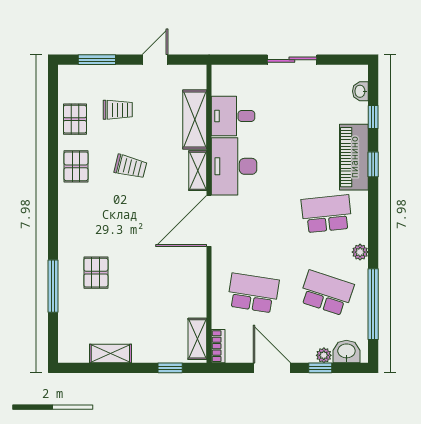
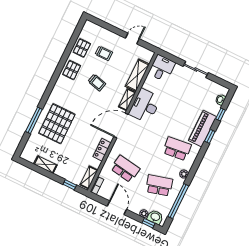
window: (97, 60) -> (105, 25), removed
desk: (233, 116) -> (162, 68), moved, turned 90
pallet: (96, 273) -> (57, 124), width x2.05, depth x2.00
locker: (197, 279) -> (102, 150), added
school desk: (327, 293) -> (159, 185), turned -33
window: (320, 368) -> (148, 223), moved

